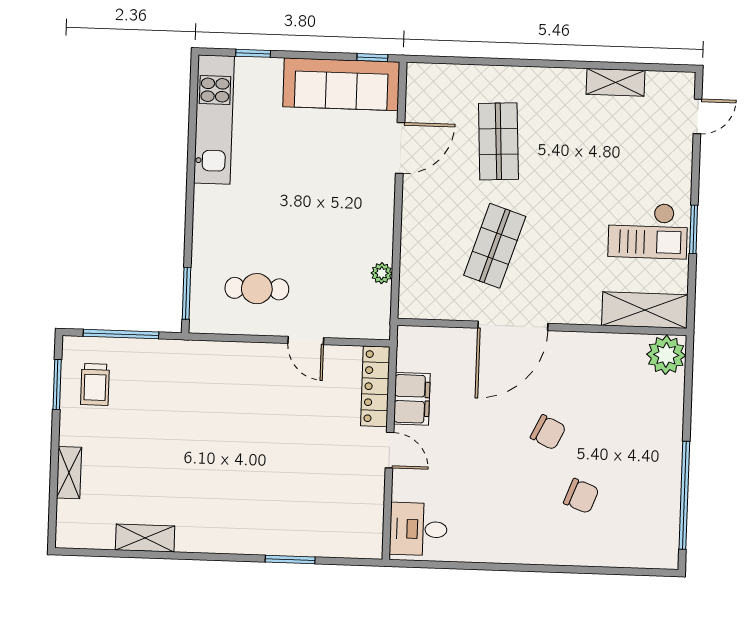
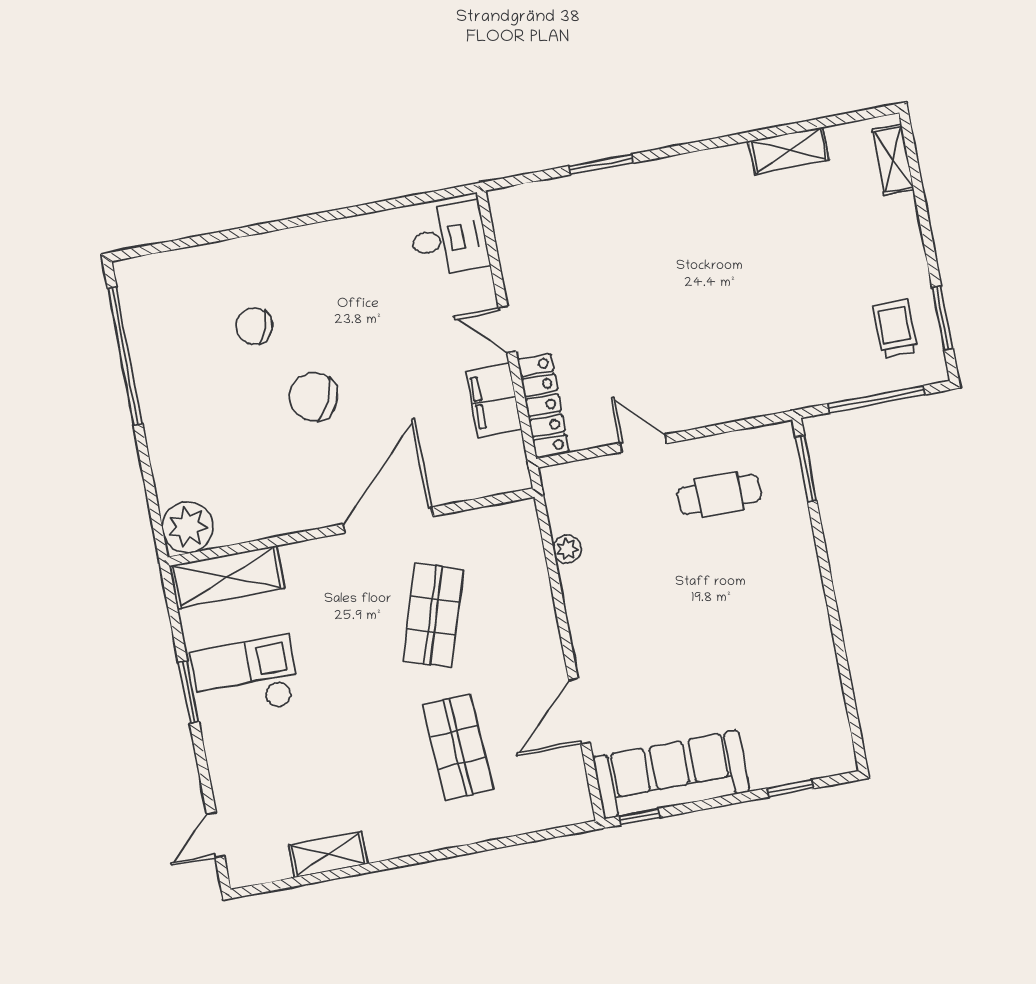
kitchen unit: (214, 120) -> (821, 694), removed
chair: (548, 432) -> (314, 397), width x1.37, depth x1.37
shelving: (69, 473) -> (893, 159), moved

